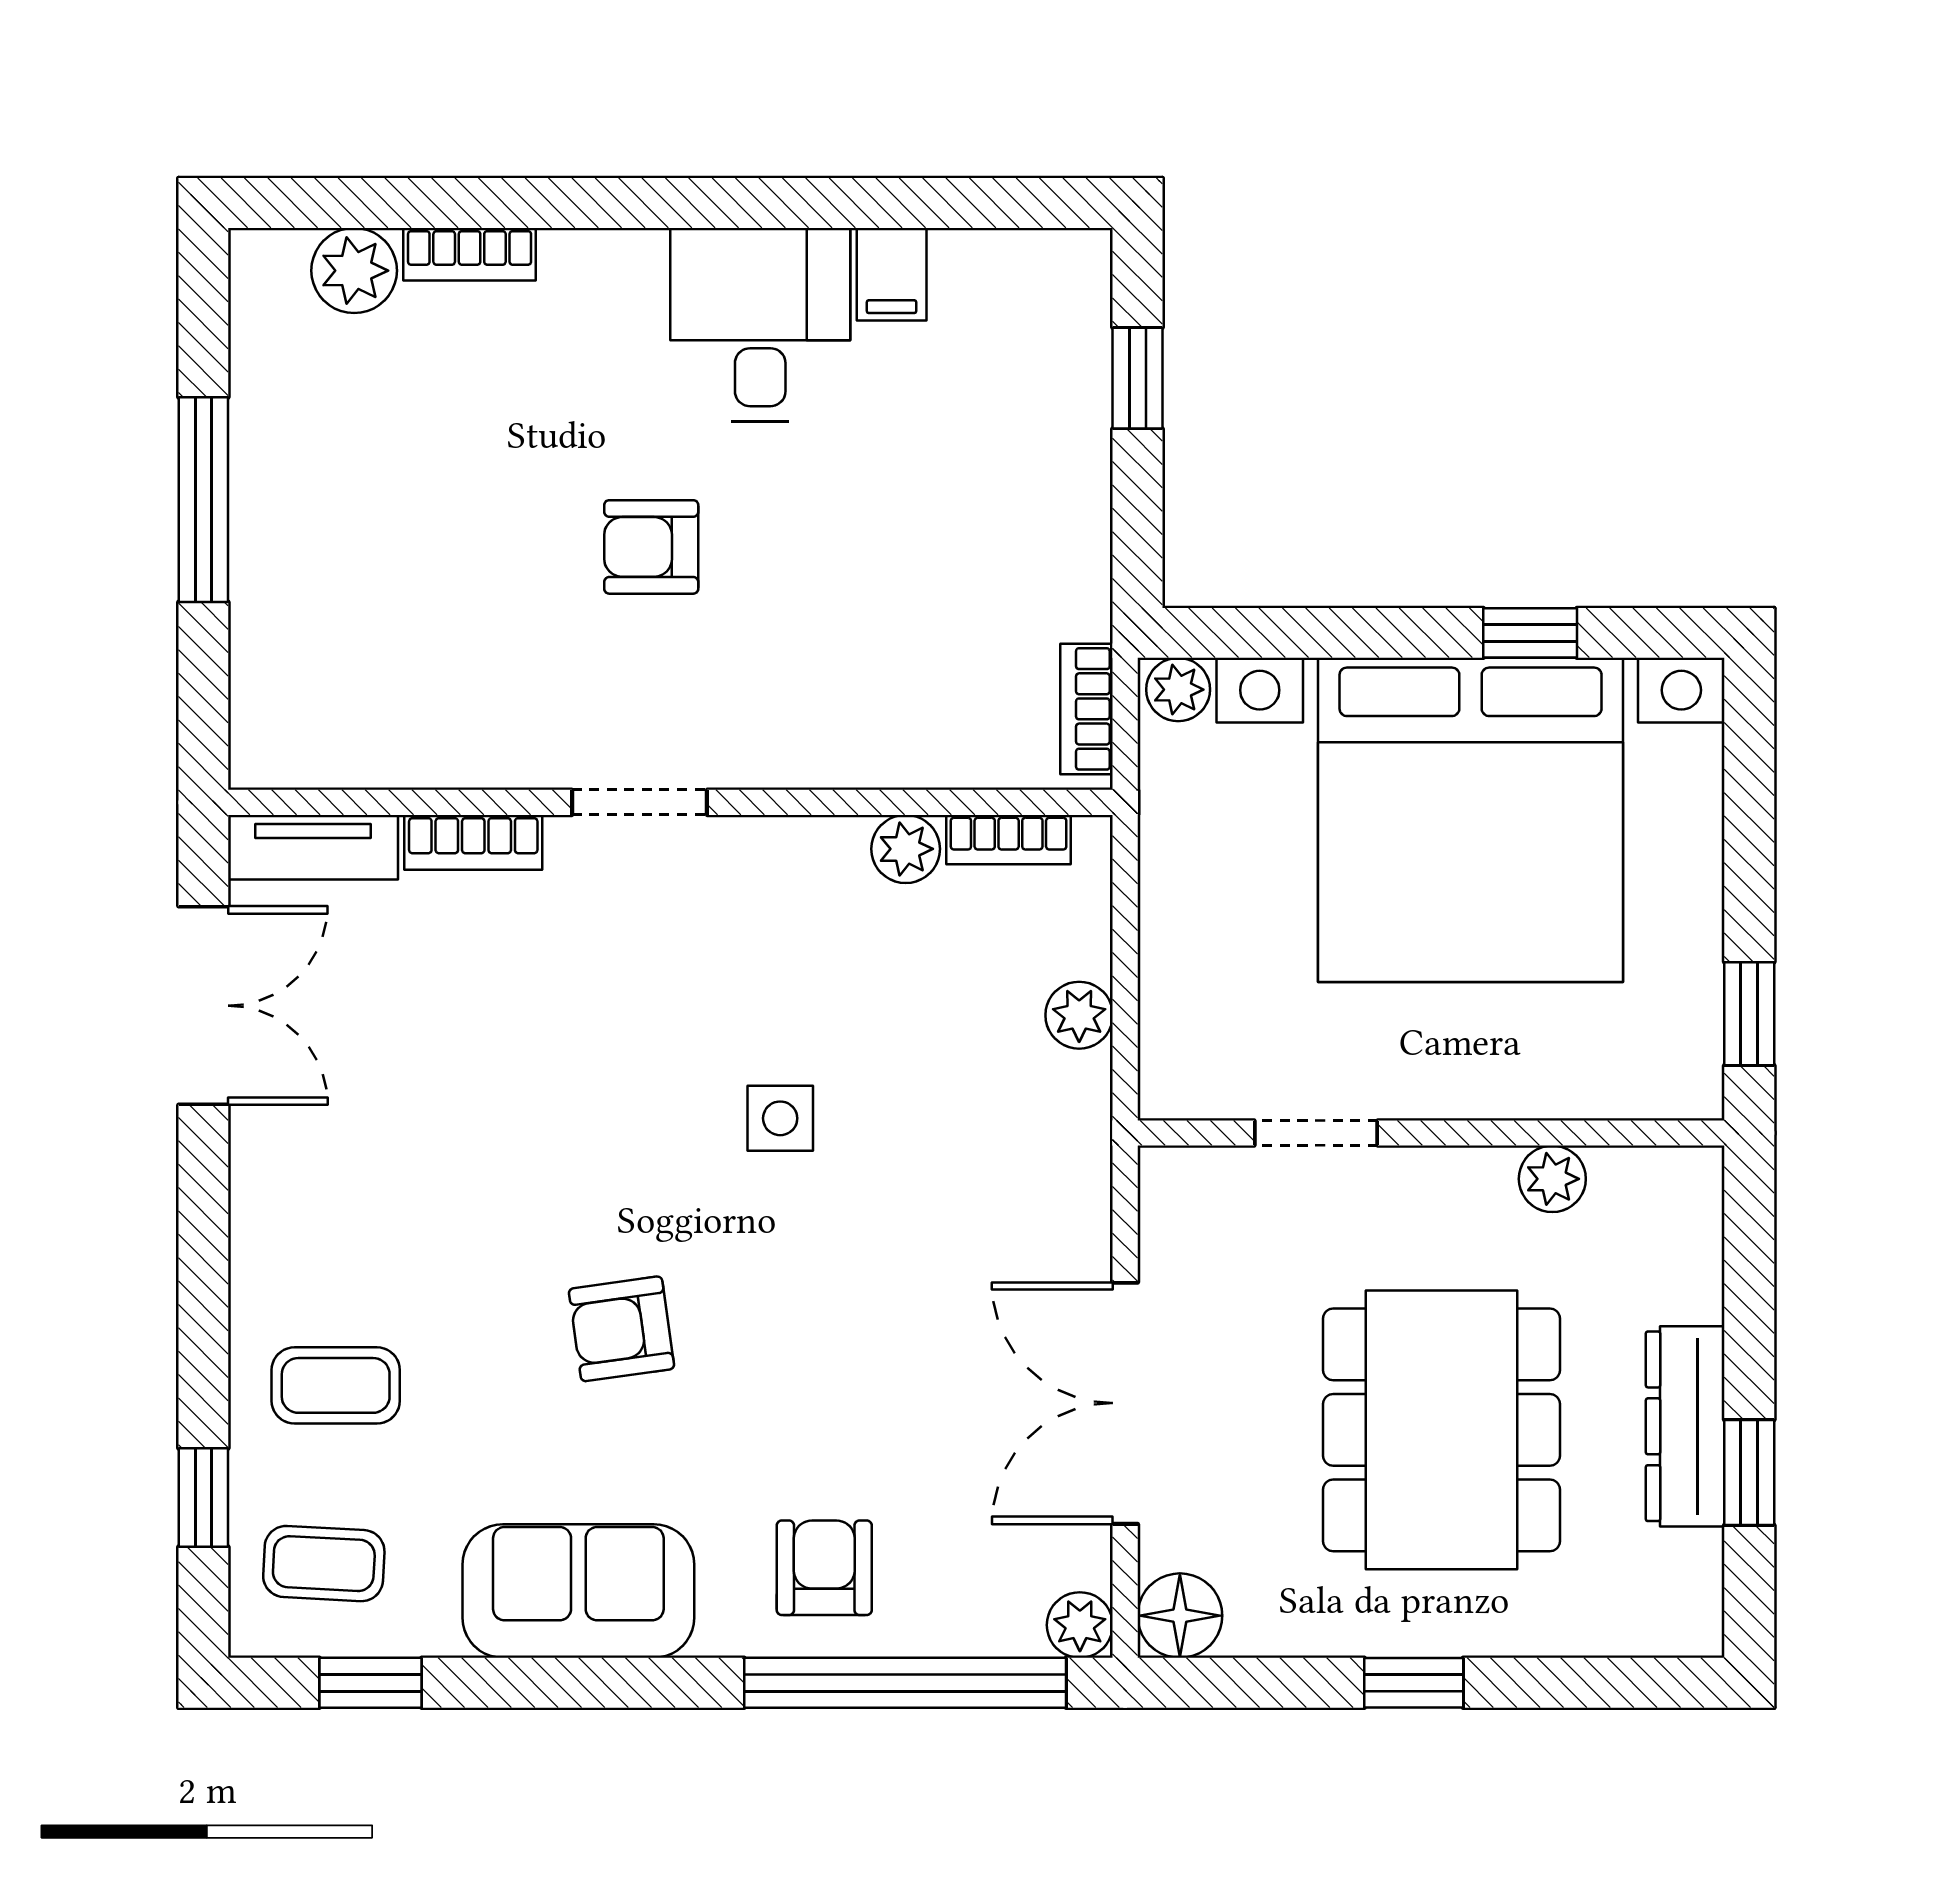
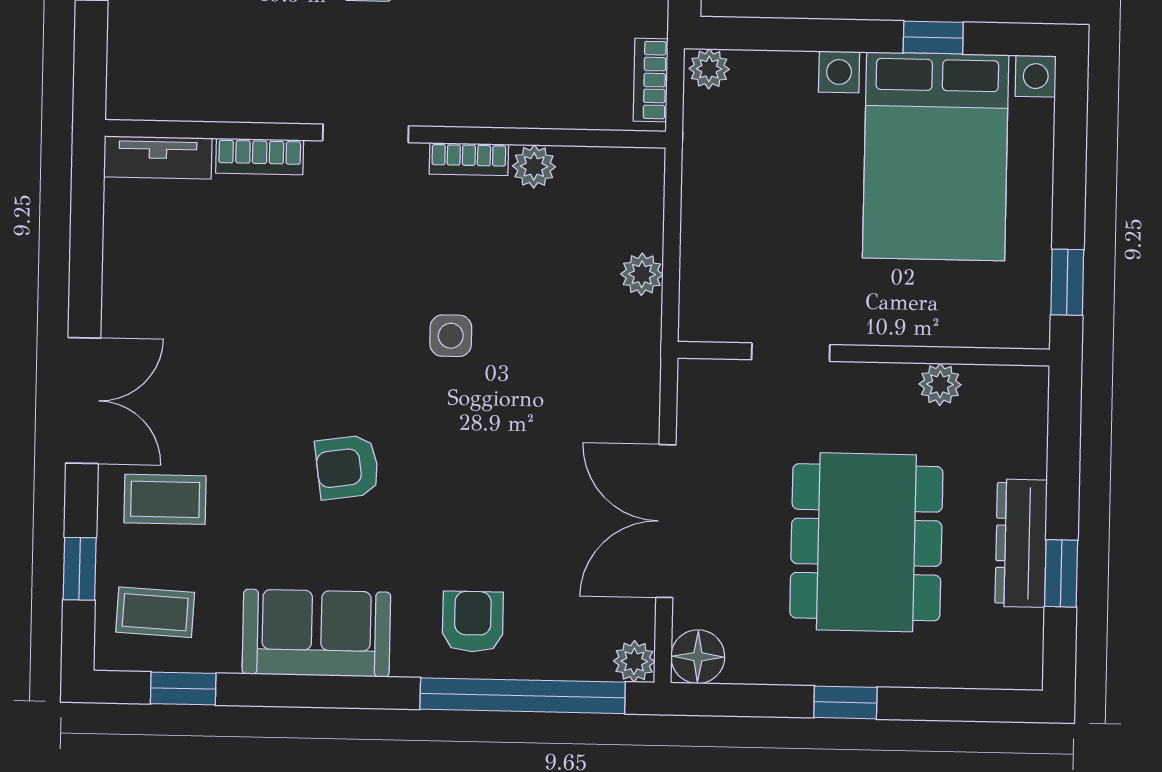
bed with nightstands: (1471, 820) -> (936, 156), width x0.73
bookcase: (1009, 840) -> (469, 159), moved
double door: (203, 1006) -> (83, 401), moved

